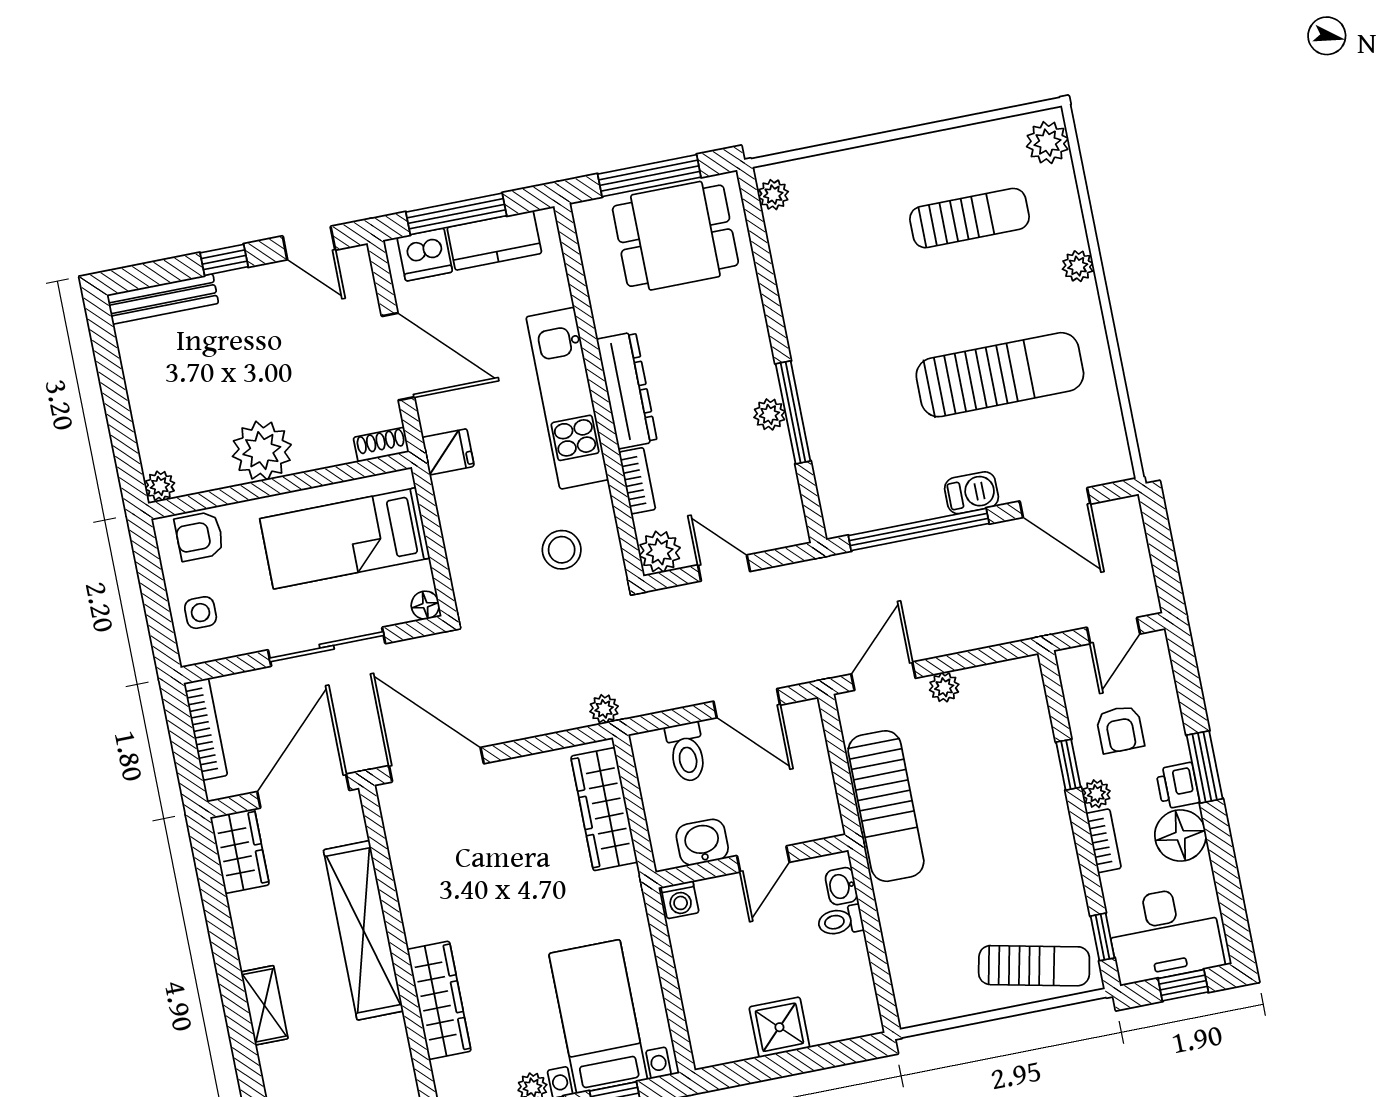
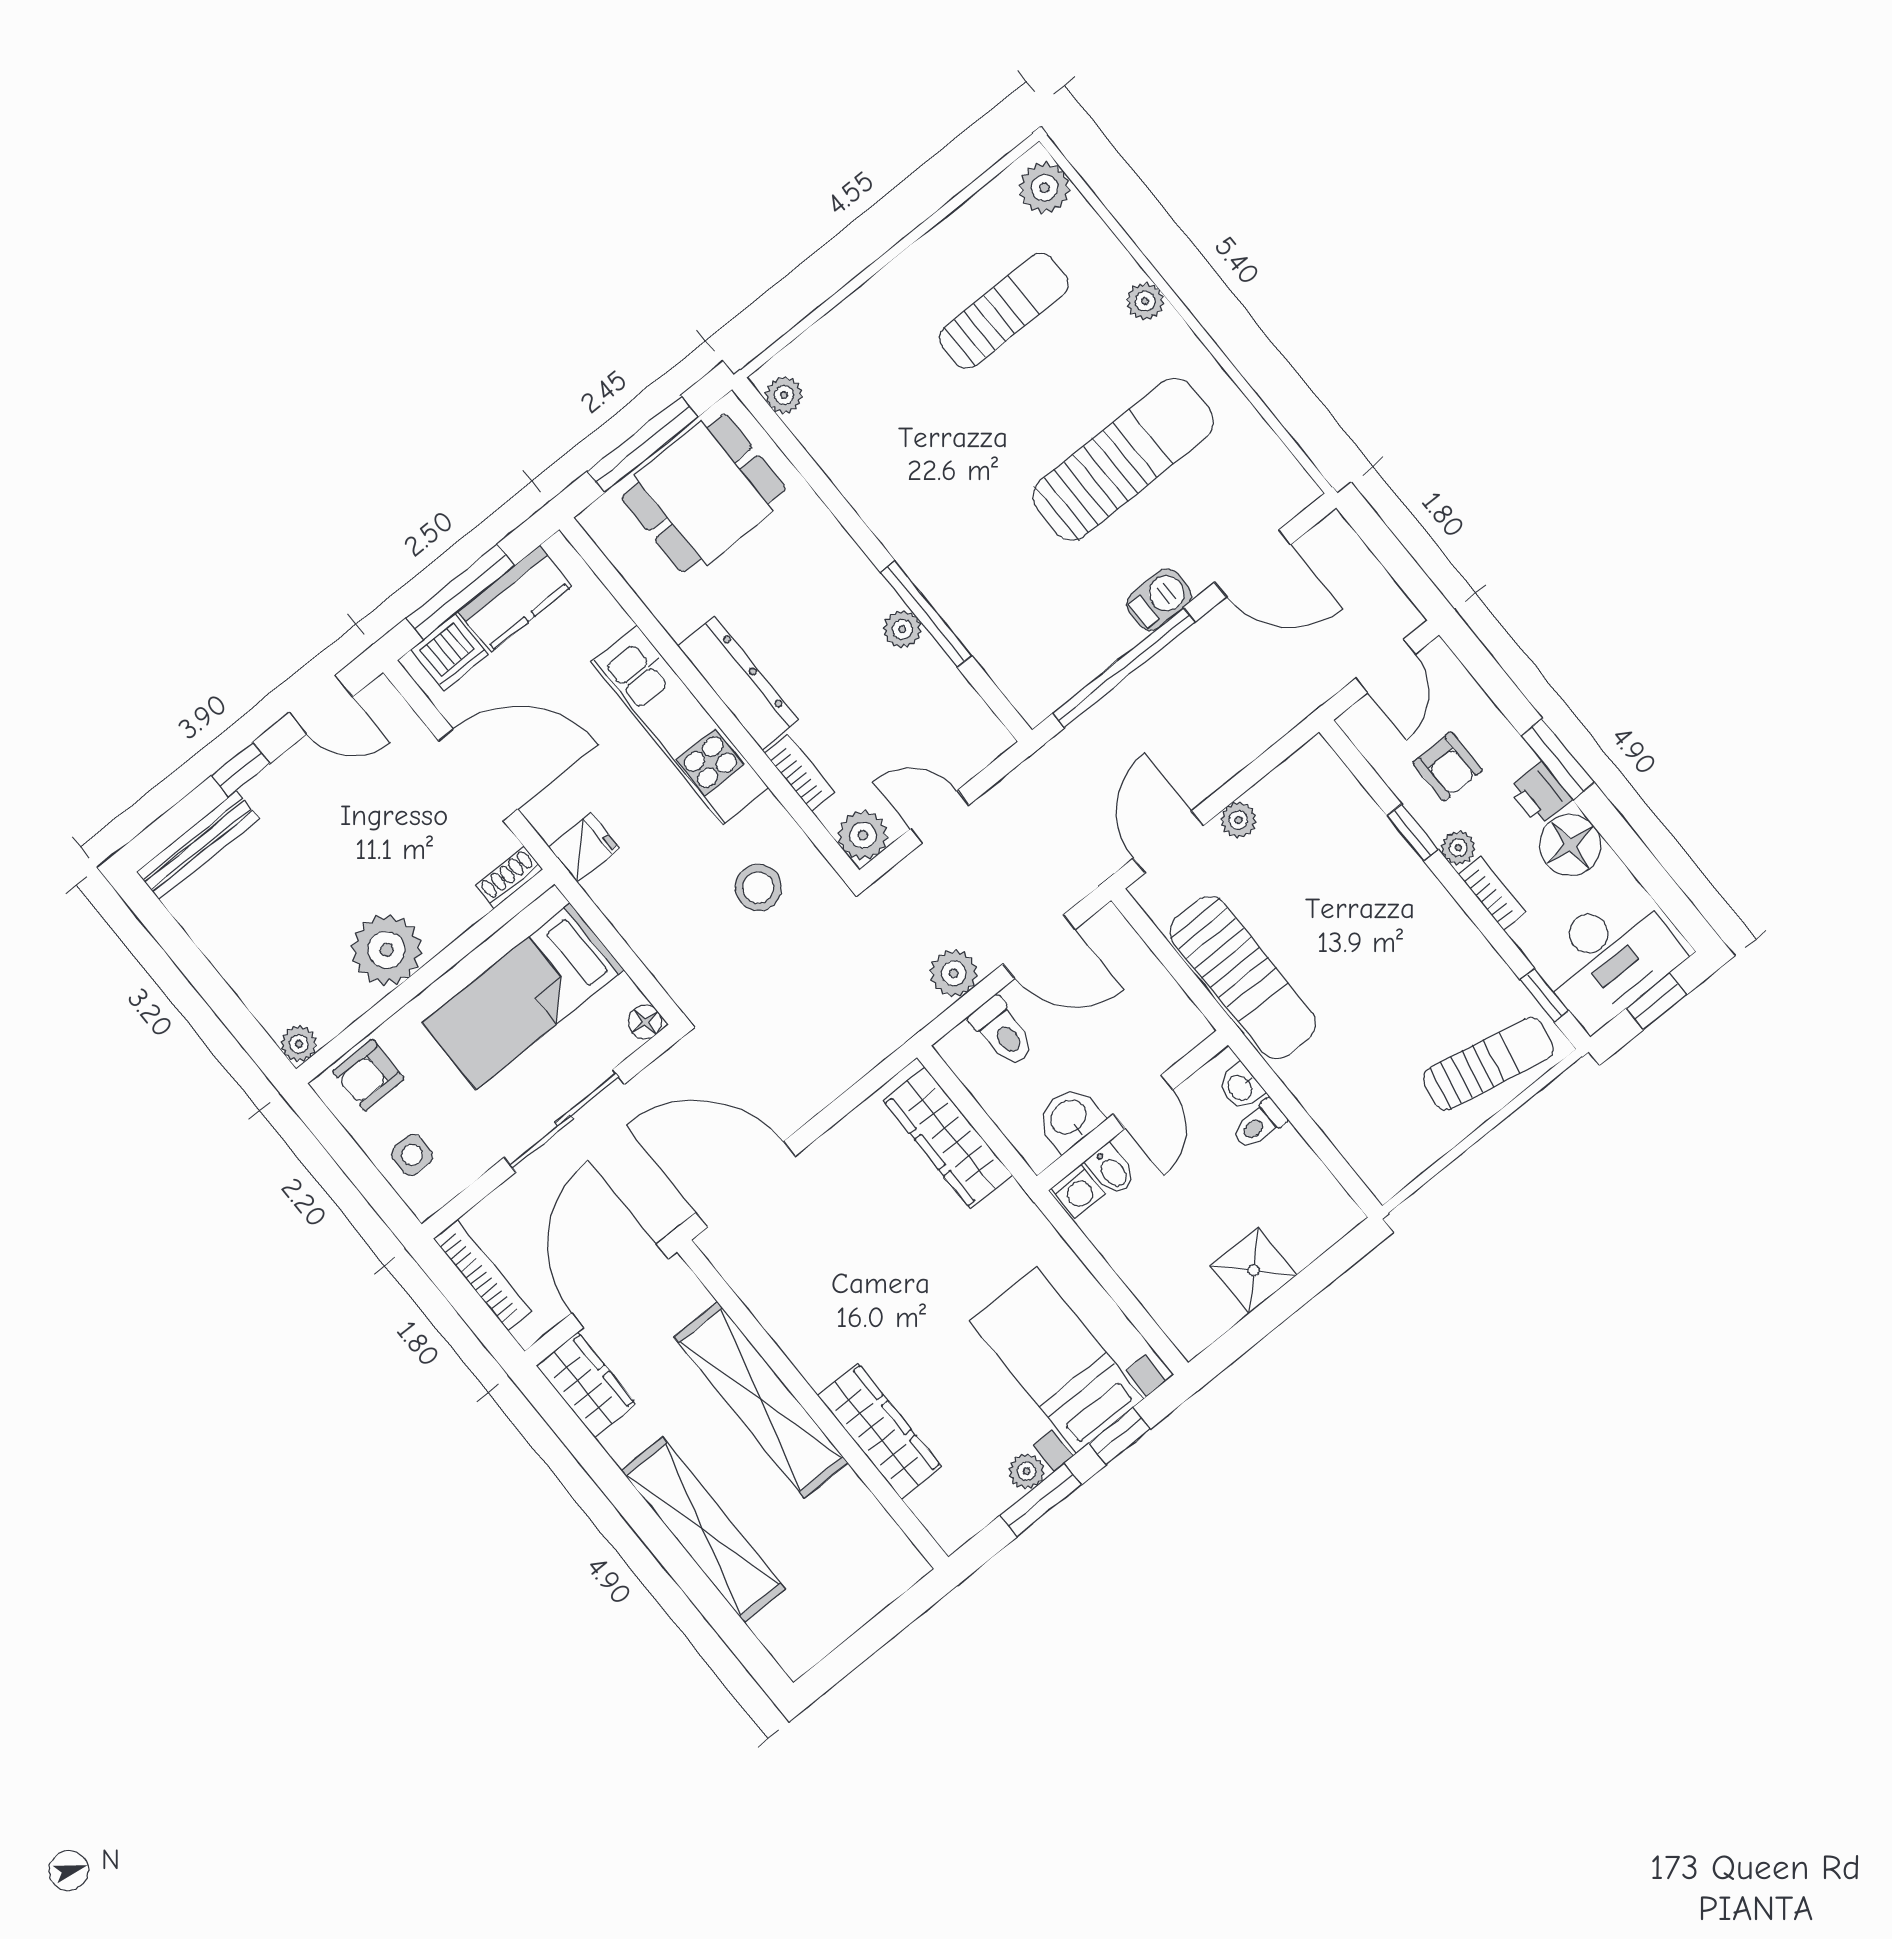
plant: (604, 709) -> (954, 973), moved, width x1.38, depth x1.38
bidet: (713, 897) -> (1111, 1170), added
shelving: (264, 1005) -> (703, 1530), width x2.20, depth x1.33

